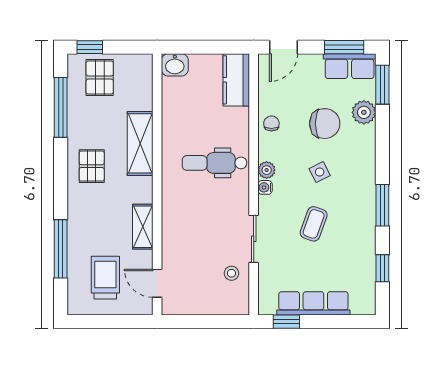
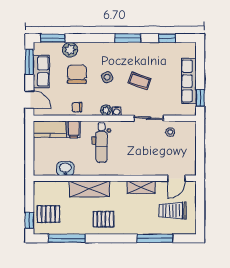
washbasin: (175, 65) -> (65, 169), moved, turned -90
row of seats: (350, 66) -> (41, 71), moved
filing cabinet: (236, 118) -> (74, 129), added

